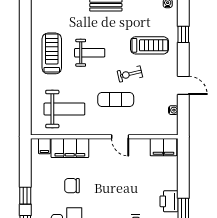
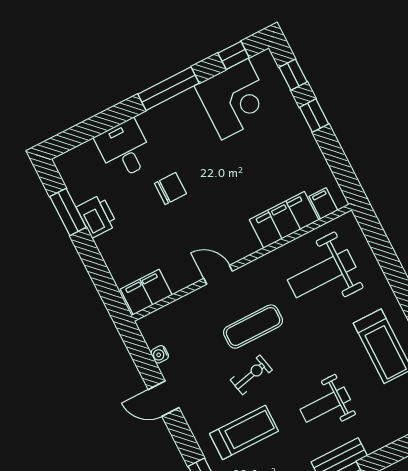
treadmill: (149, 45) -> (244, 432), turned 180
weight bench: (90, 53) -> (325, 405), moved
chair: (72, 186) -> (170, 189), moved

